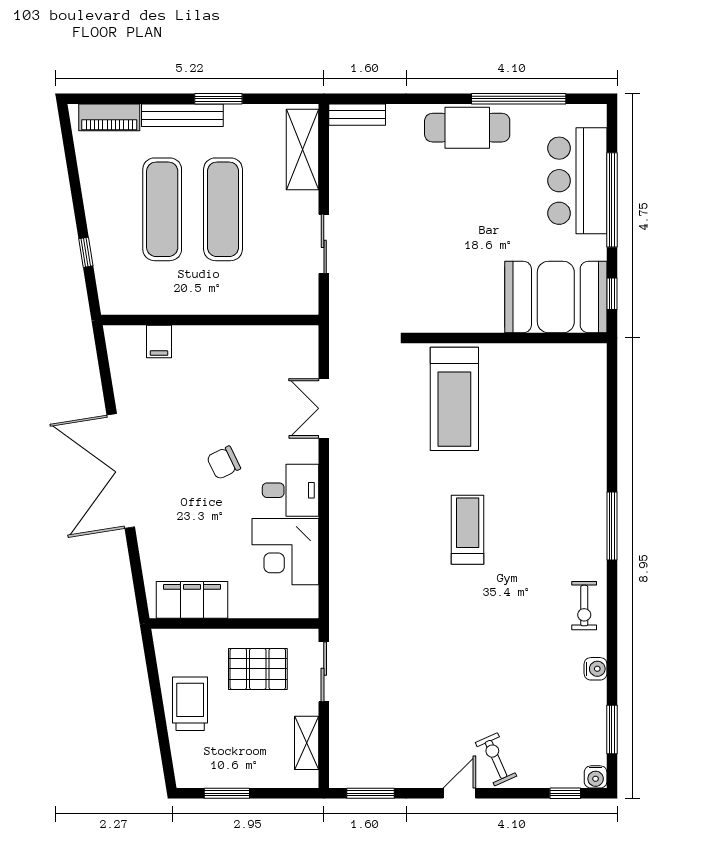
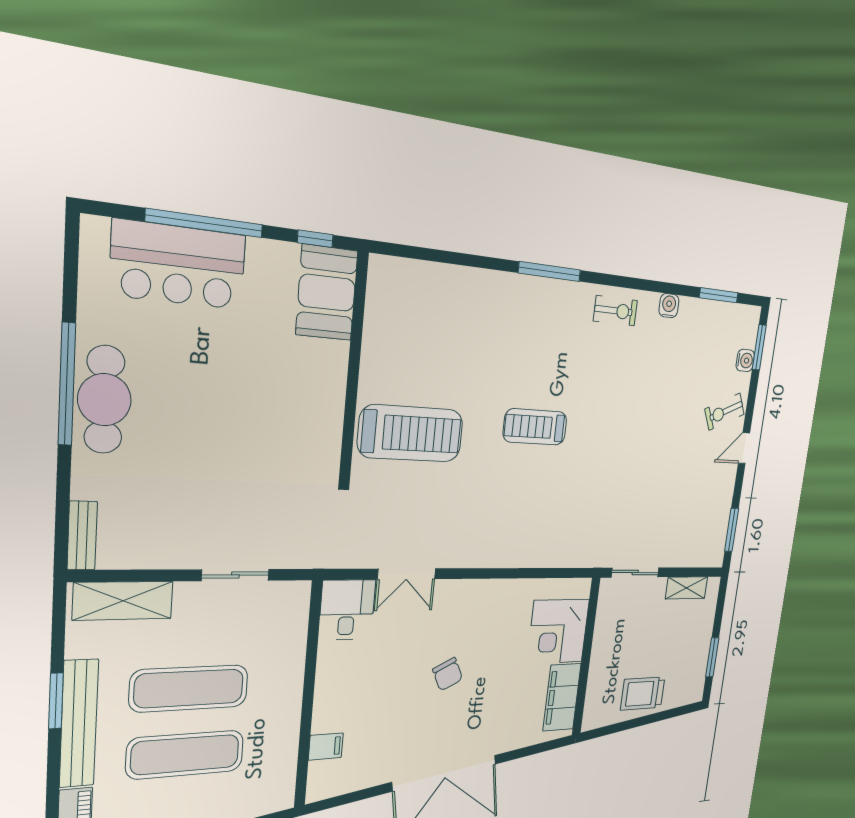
window: (519, 99) -> (67, 384), moved
bench: (182, 115) -> (79, 724), width x1.37, depth x1.21
booth: (556, 297) -> (327, 293), width x0.73, depth x0.70
desk: (291, 490) -> (347, 610), moved
corner desk: (285, 552) -> (558, 631), moved, turned 90
pallet: (258, 669) -> (625, 634), removed
water cooler: (596, 777) -> (745, 360), moved
door: (459, 793) -> (744, 448), hinge flipped
window: (565, 793) -> (759, 347), width x1.50

